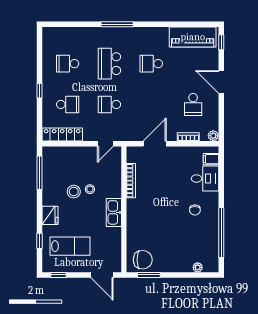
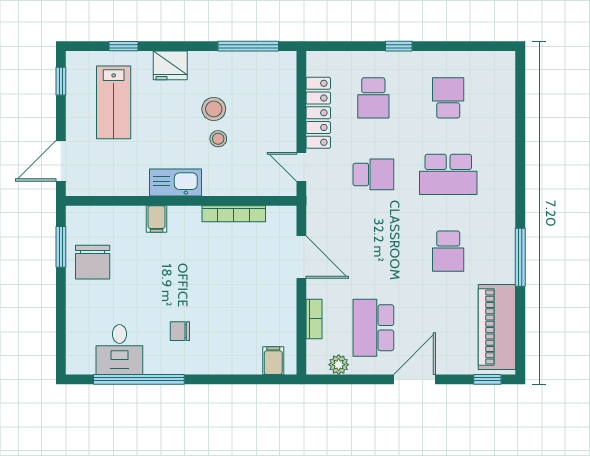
window: (117, 24) -> (520, 257), moved
school desk: (109, 64) -> (448, 174), turned 180
school desk: (151, 64) -> (448, 251), turned 180
school desk: (109, 104) -> (373, 174), turned 90
school desk: (193, 104) -> (373, 328), width x1.85
locker: (62, 135) -> (318, 113), moved
plant: (213, 136) -> (339, 365), moved
desk: (205, 179) -> (119, 350), moved
filing cabinet: (134, 223) -> (156, 219), added
chair: (143, 260) -> (93, 262), moved
plant: (198, 267) -> (75, 336), removed

